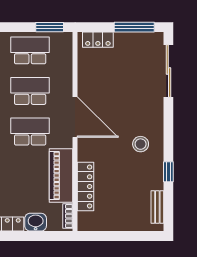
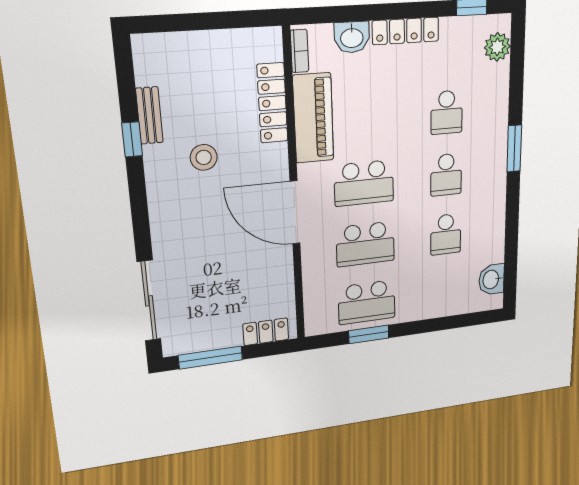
window: (50, 27) -> (369, 334), moved
stool: (141, 144) -> (204, 157), moved
bench: (157, 207) -> (149, 115), moved

